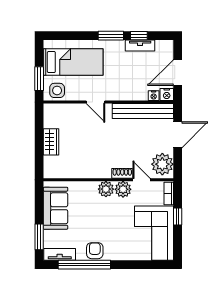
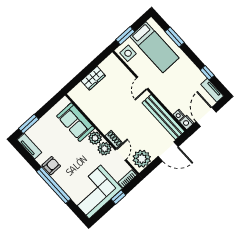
window: (111, 36) -> (175, 37), moved
tv unit: (140, 45) -> (212, 90), moved
door: (178, 73) -> (206, 117), hinge flipped
sofa: (56, 208) -> (76, 122), moved, turned 90
window: (84, 265) -> (54, 185), moved

